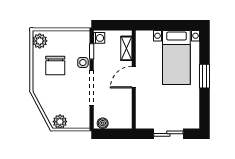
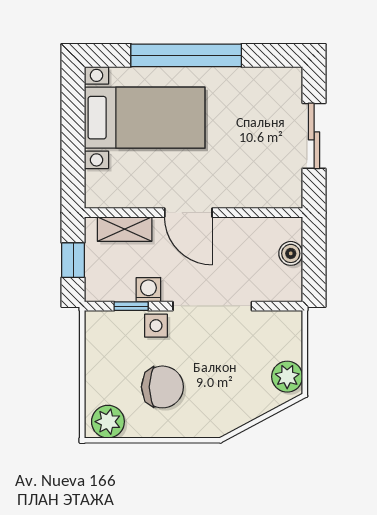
window: (112, 25) -> (73, 260), added
washing machine: (99, 38) -> (148, 290), moved
window: (205, 76) -> (186, 55), width x2.11
boiler: (103, 123) -> (291, 253), moved

